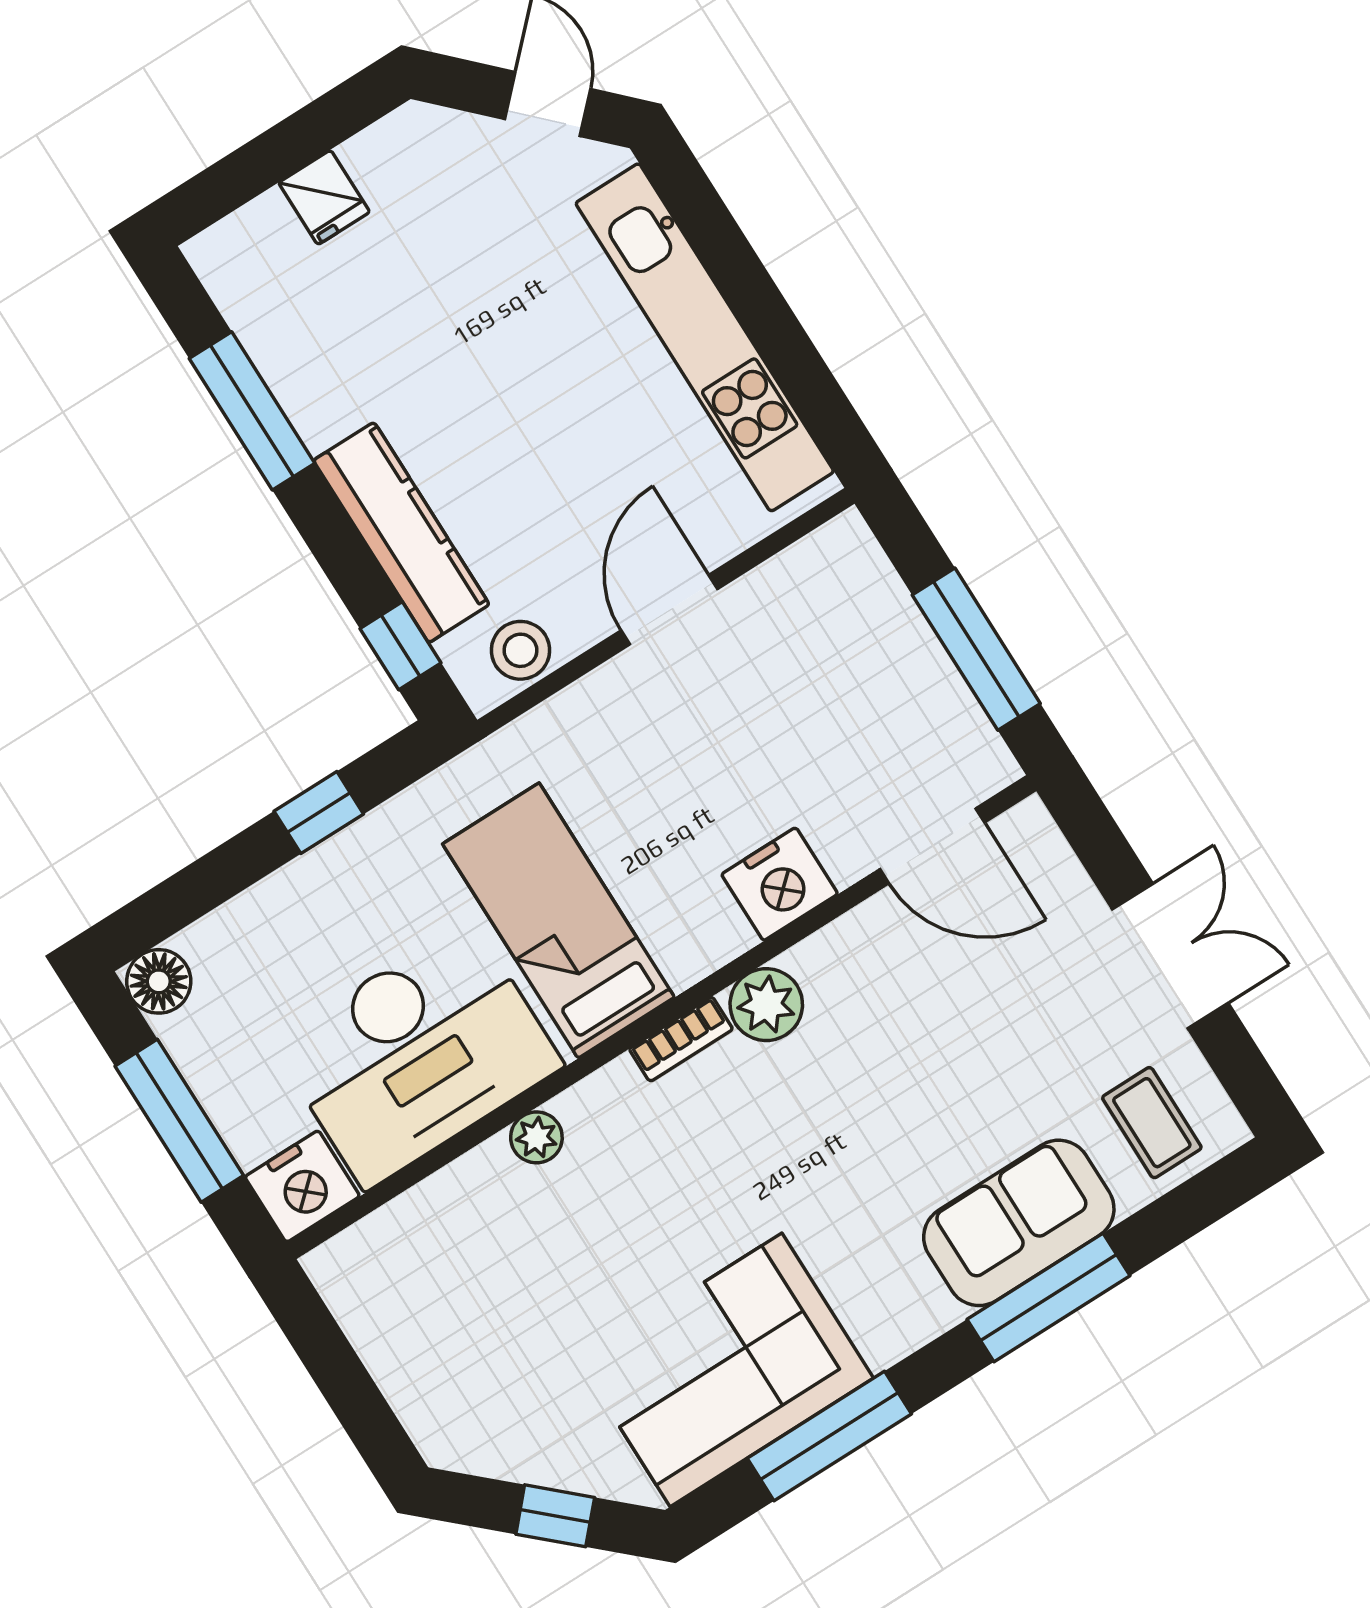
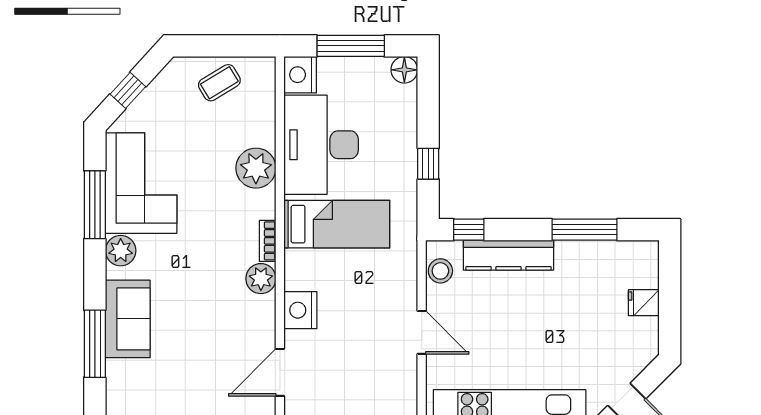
coffee table: (1152, 1123) -> (219, 83), moved, turned -31
plant: (536, 1137) -> (256, 168), width x1.87, depth x1.87
window: (1048, 1297) -> (95, 344), moved
plant: (889, 1325) -> (121, 251), added

